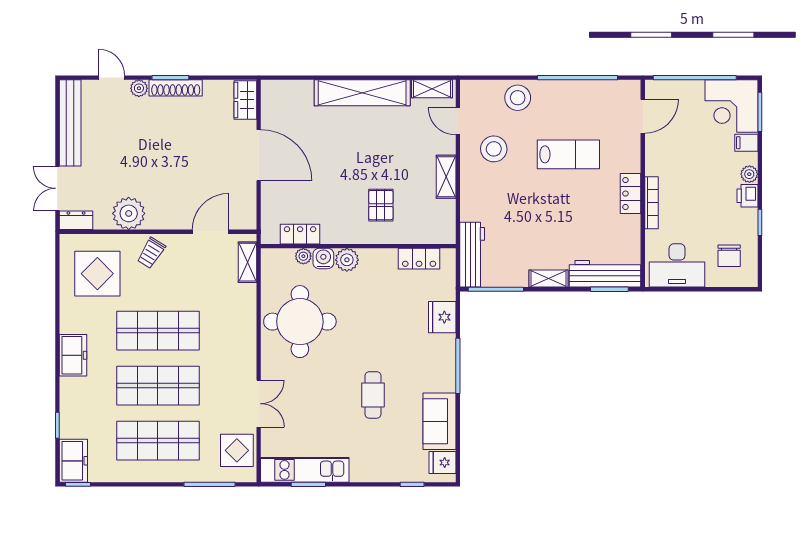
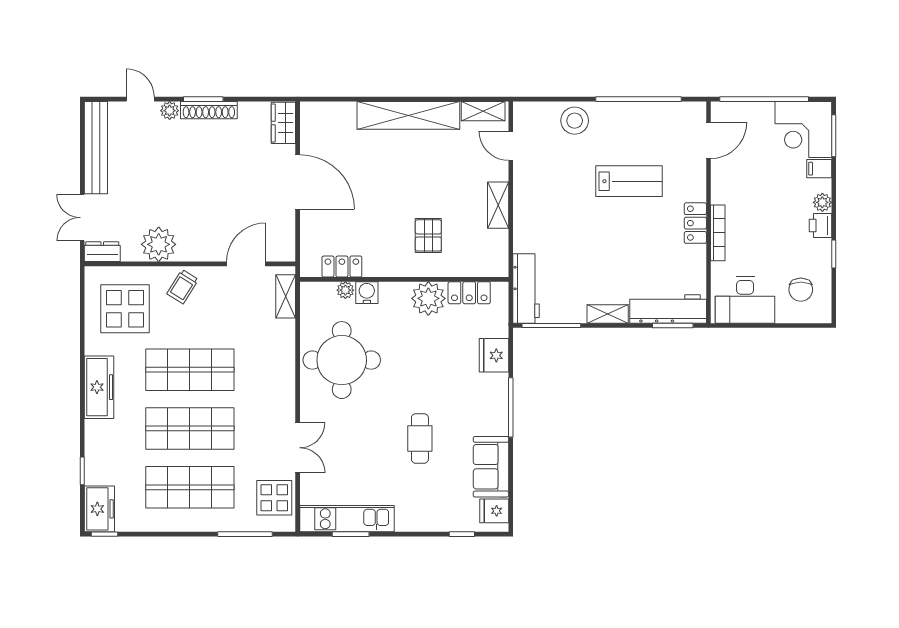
stool: (494, 149) -> (549, 175), removed
plant: (347, 260) -> (428, 298), moved, width x1.36, depth x1.36
freezer: (73, 355) -> (99, 387), width x1.40

